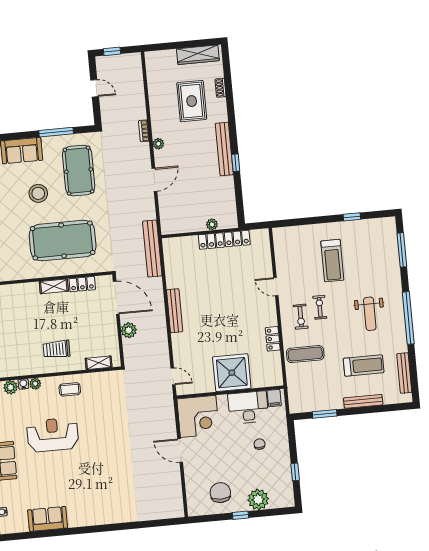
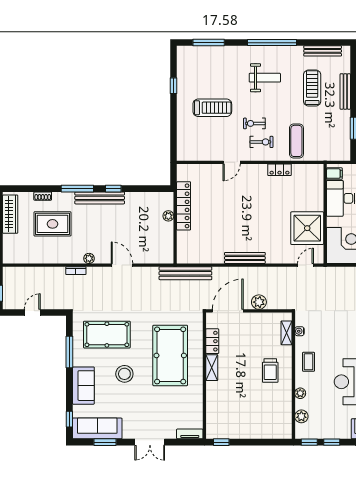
window: (232, 124) -> (77, 189), added
shower: (232, 373) -> (307, 228), moved
water cooler: (23, 384) -> (299, 331), moved

